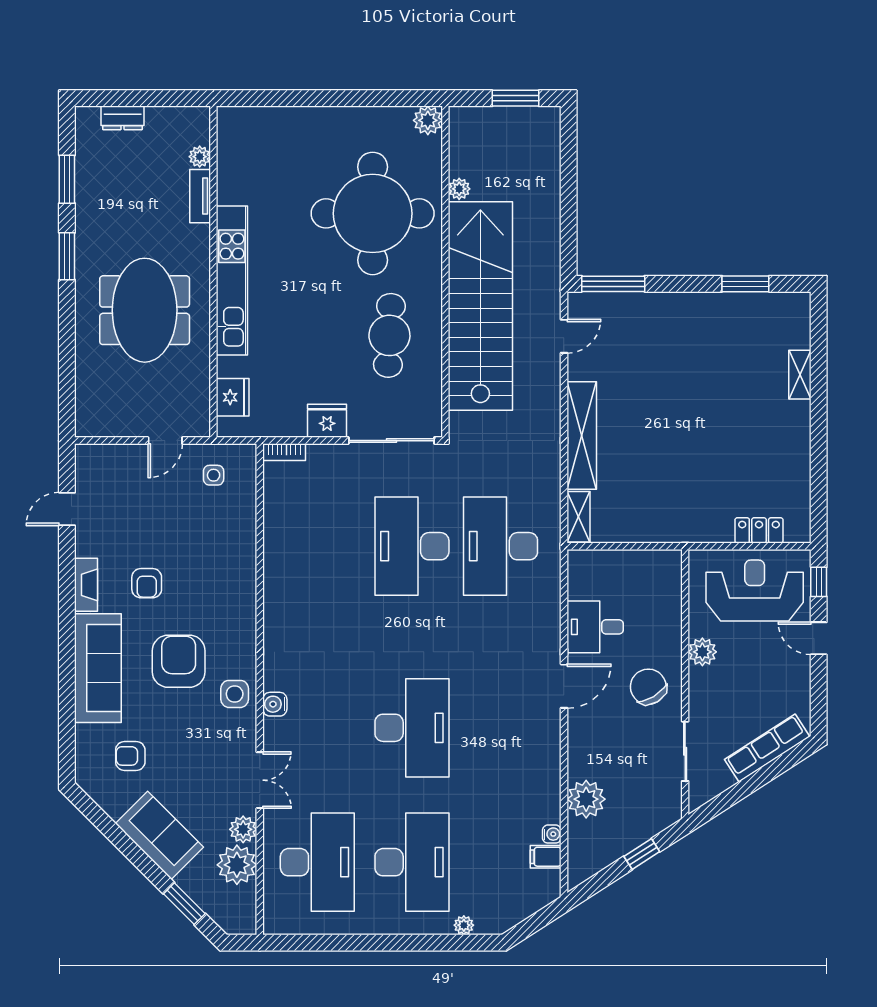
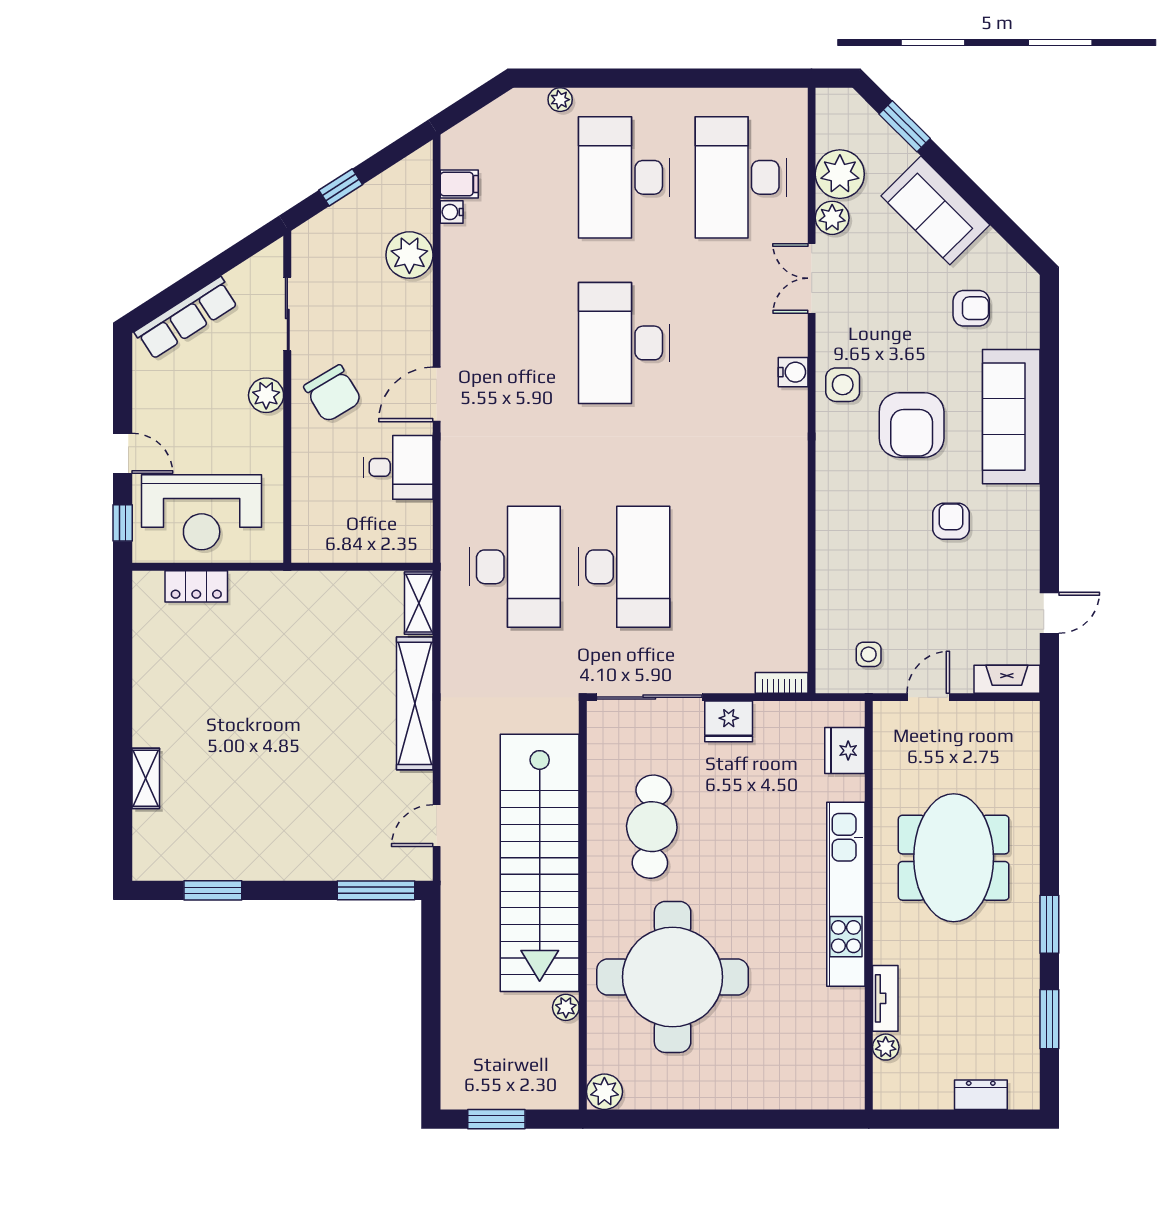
fireplace: (86, 585) -> (1007, 679), moved, turned 90
plant: (702, 652) -> (266, 395), moved

